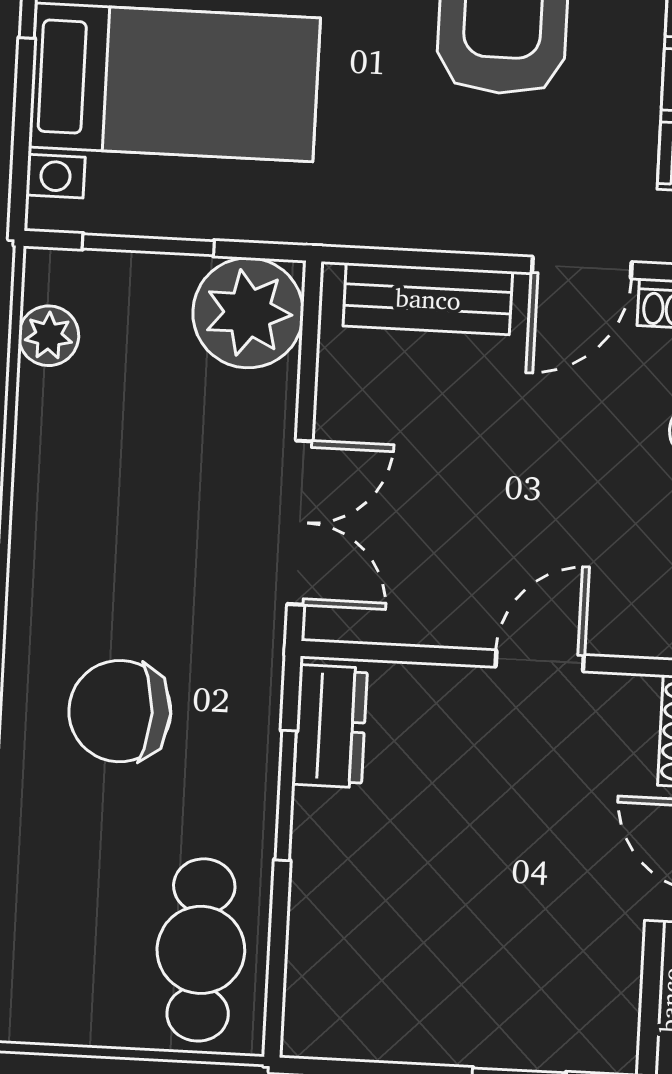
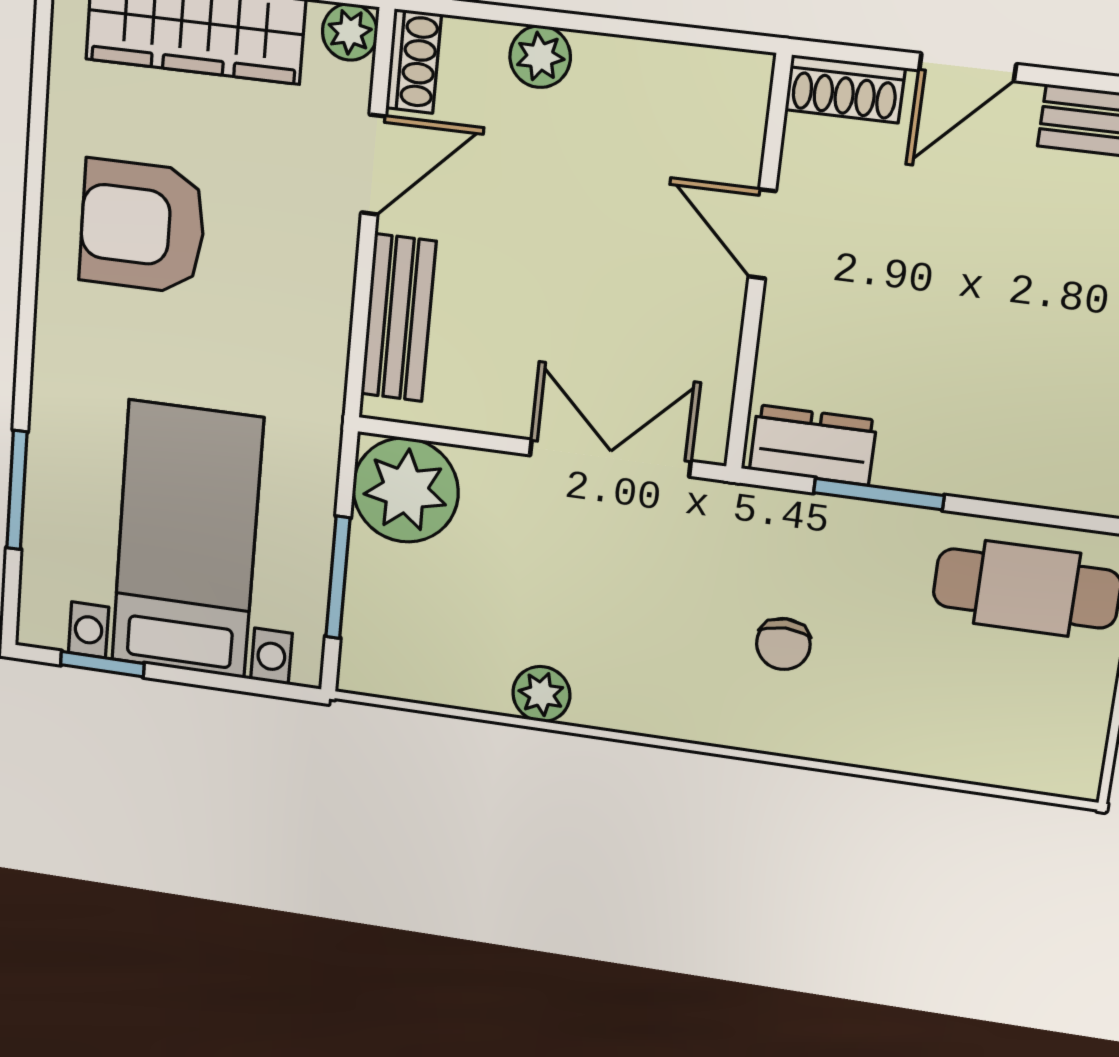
door: (582, 268) -> (373, 165), hinge flipped
plant: (49, 336) -> (541, 694), moved
chair: (120, 711) -> (783, 644), width x0.54, depth x0.54

